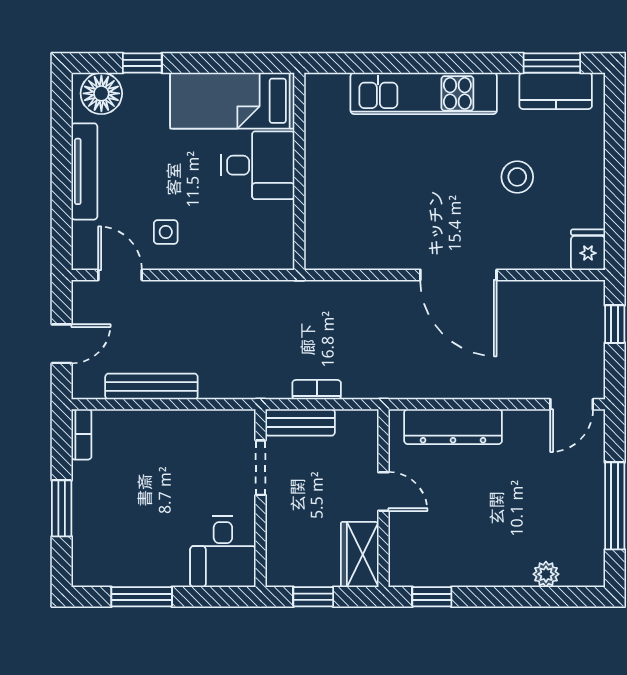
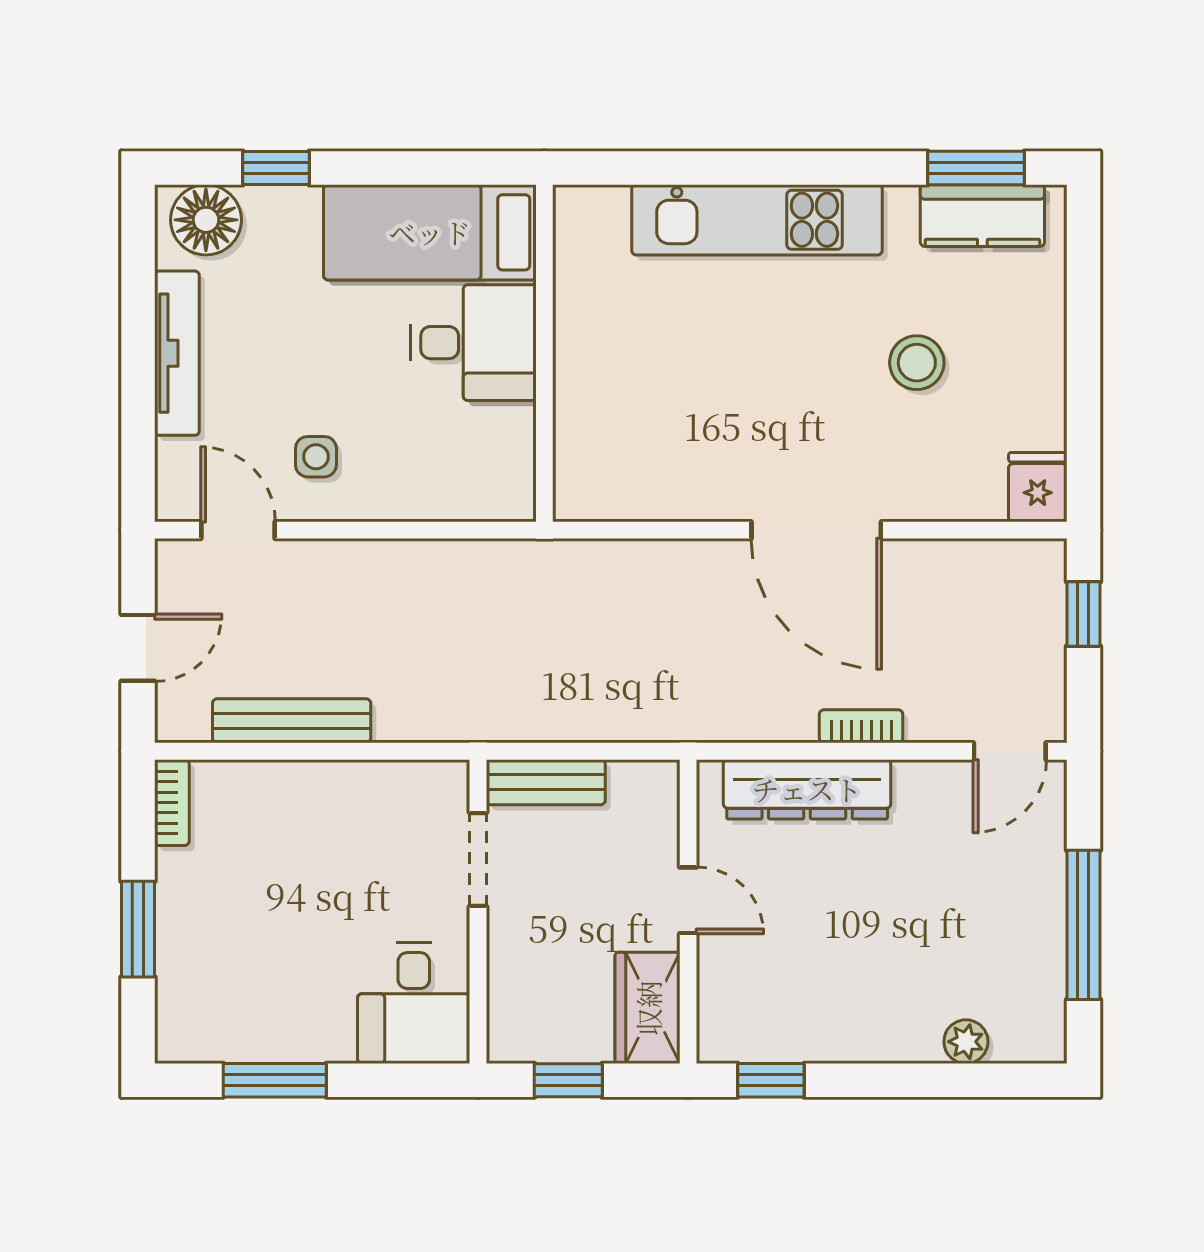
bookcase: (317, 390) -> (861, 726), moved

